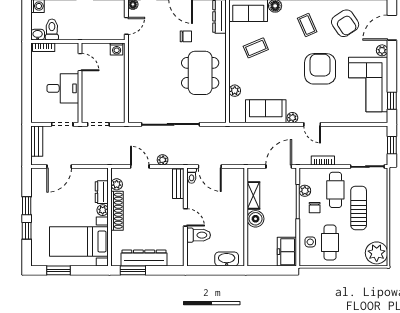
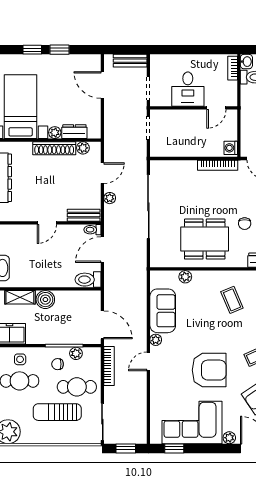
bookcase: (132, 61) -> (218, 165), added
bookcase: (323, 160) -> (109, 366), width x1.56
shelving: (253, 195) -> (20, 297), moved
sun lounger: (359, 208) -> (57, 412), turned 180
toilet: (199, 235) -> (88, 280), moved, turned 90

